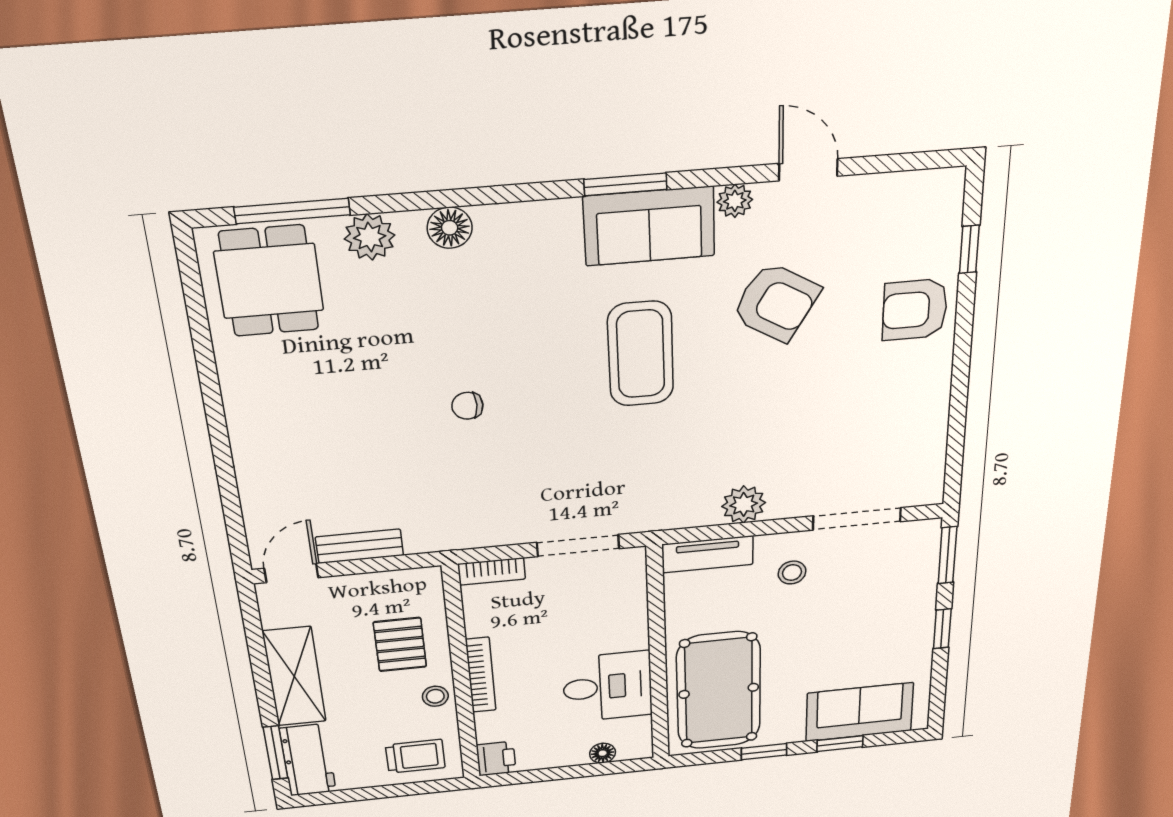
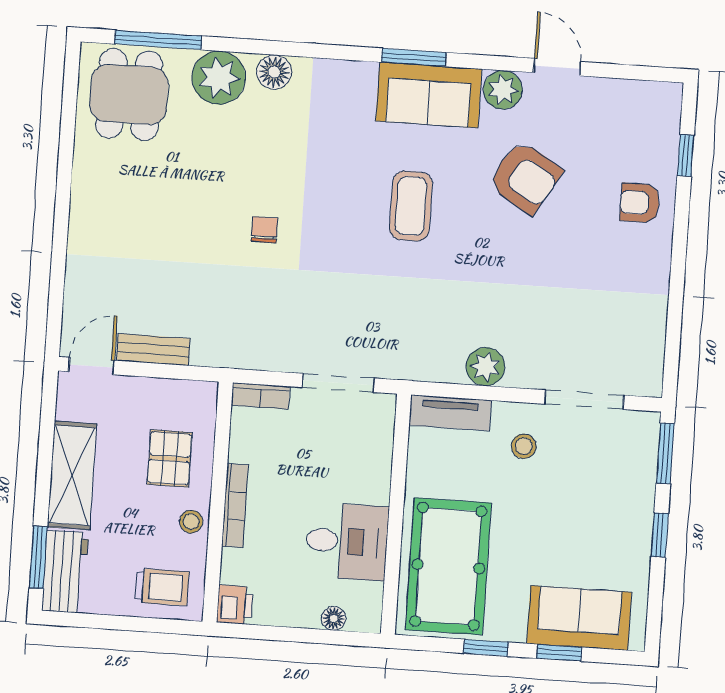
plant: (735, 201) -> (503, 90), width x1.38, depth x1.38
plant: (370, 237) -> (219, 78), width x1.36, depth x1.36
armchair: (915, 310) -> (640, 203), width x0.72, depth x0.72
coffee table: (641, 354) -> (411, 206), width x0.73, depth x0.76
chair: (467, 406) -> (264, 230), turned 90

